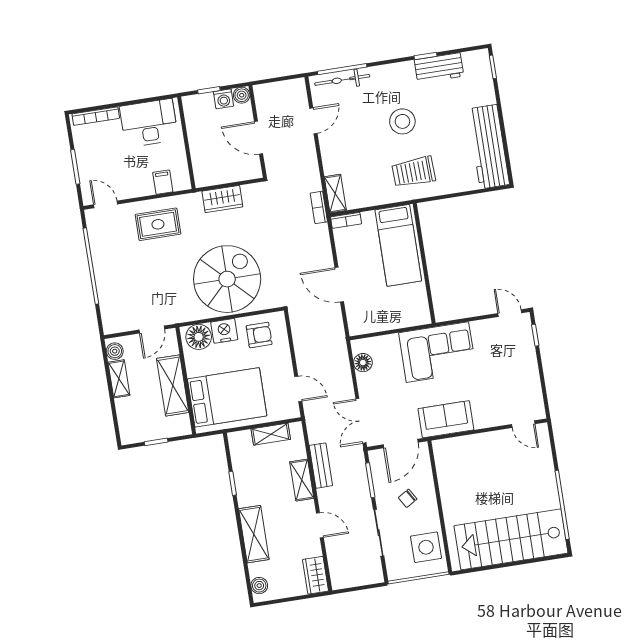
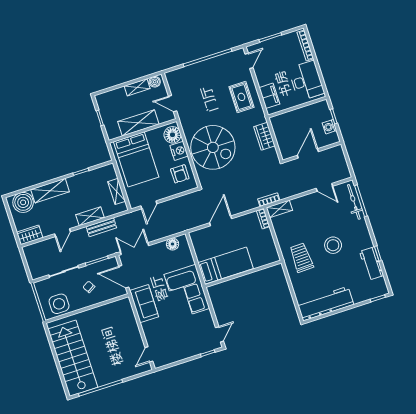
boiler: (242, 95) -> (334, 138), removed
filing cabinet: (163, 182) -> (269, 96), width x2.00
bed: (398, 245) -> (226, 266), moved, turned 180
boiler: (259, 586) -> (23, 202), width x1.86, depth x1.86

